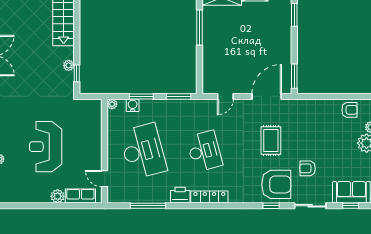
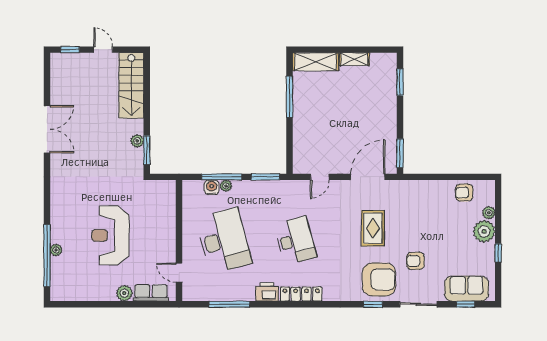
window: (77, 73) -> (147, 150), width x1.50
window: (141, 96) -> (222, 177), width x1.44
plant: (112, 104) -> (226, 186), moved
armchair: (349, 110) -> (464, 193), turned 180

